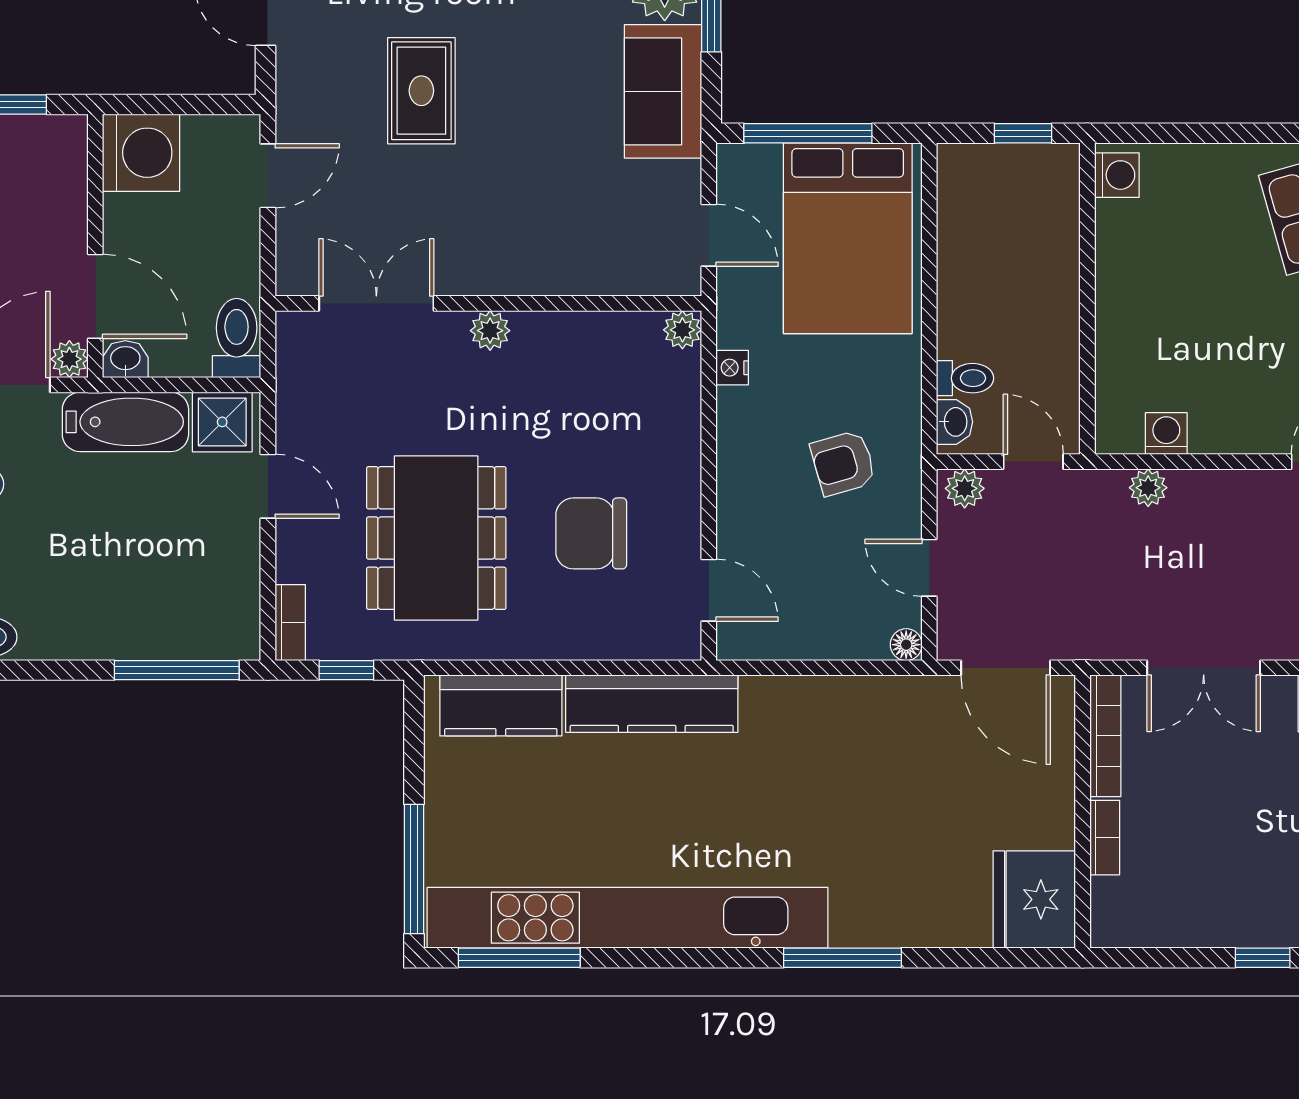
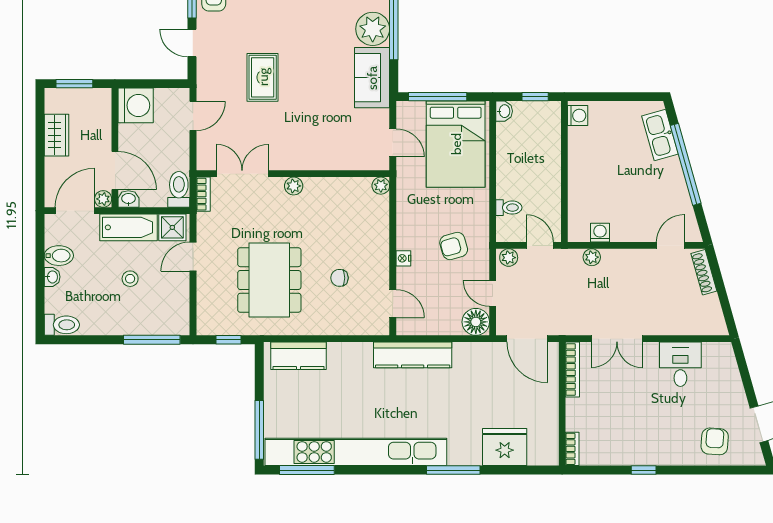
nightstand: (732, 368) -> (403, 258), moved
washbasin: (955, 422) -> (504, 111), moved
door: (268, 486) -> (193, 257), swing flipped
chair: (591, 533) -> (339, 278), width x0.54, depth x0.54
stool: (129, 535) -> (130, 279), added
bookcase: (290, 623) -> (203, 194), moved
floor lamp: (906, 645) -> (476, 322), width x1.89, depth x1.89
kitchen counter: (652, 704) -> (413, 355), moved
bookcase: (1105, 838) -> (572, 449), moved
fridge: (1034, 899) -> (505, 447), moved, turned 90

